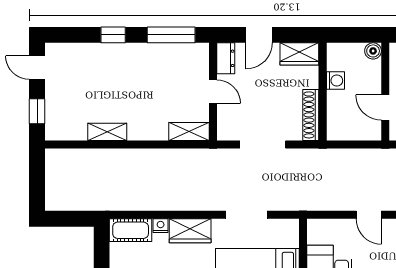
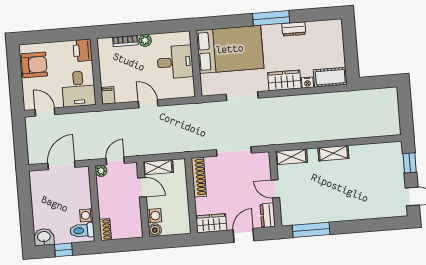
window: (113, 35) -> (356, 226), removed
washing machine: (335, 81) -> (154, 216), moved, turned 180
shelving: (107, 132) -> (333, 153), moved
shelving: (362, 132) -> (158, 167), added

